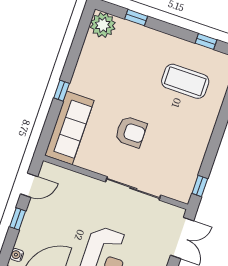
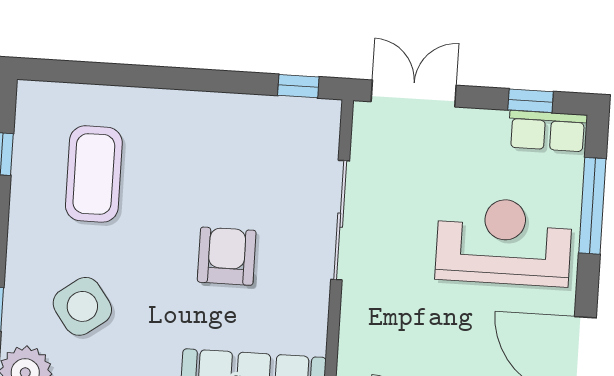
side table: (126, 59) -> (82, 306), added

